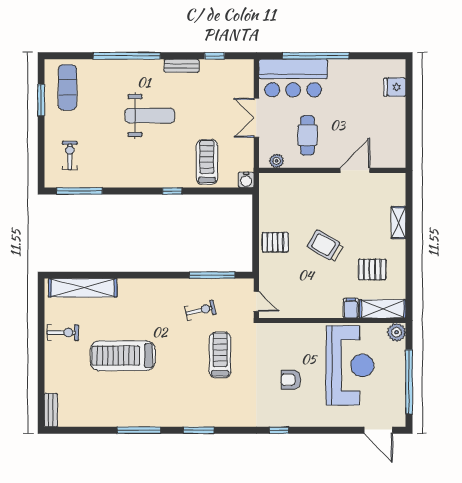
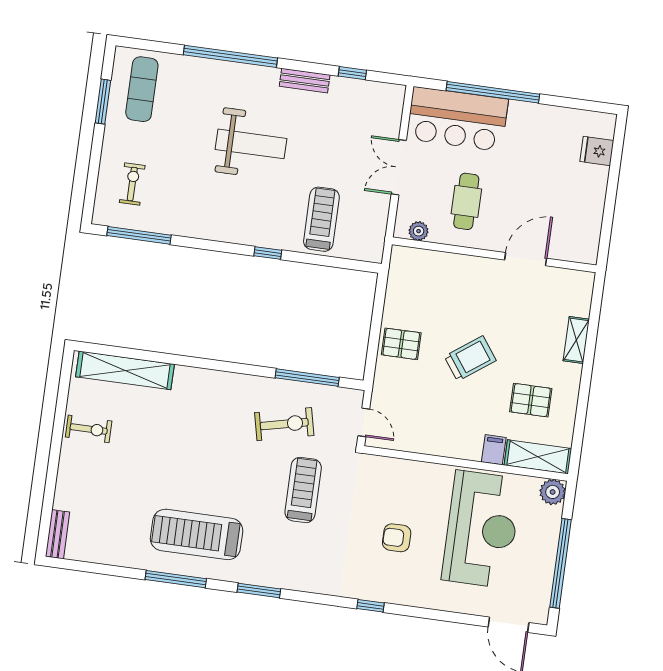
water cooler: (246, 180) -> (373, 252), removed
trolley: (325, 246) -> (470, 358), turned 114
exercise bike: (200, 310) -> (284, 424), width x1.38, depth x1.39
treadmill: (123, 356) -> (197, 534), moved

